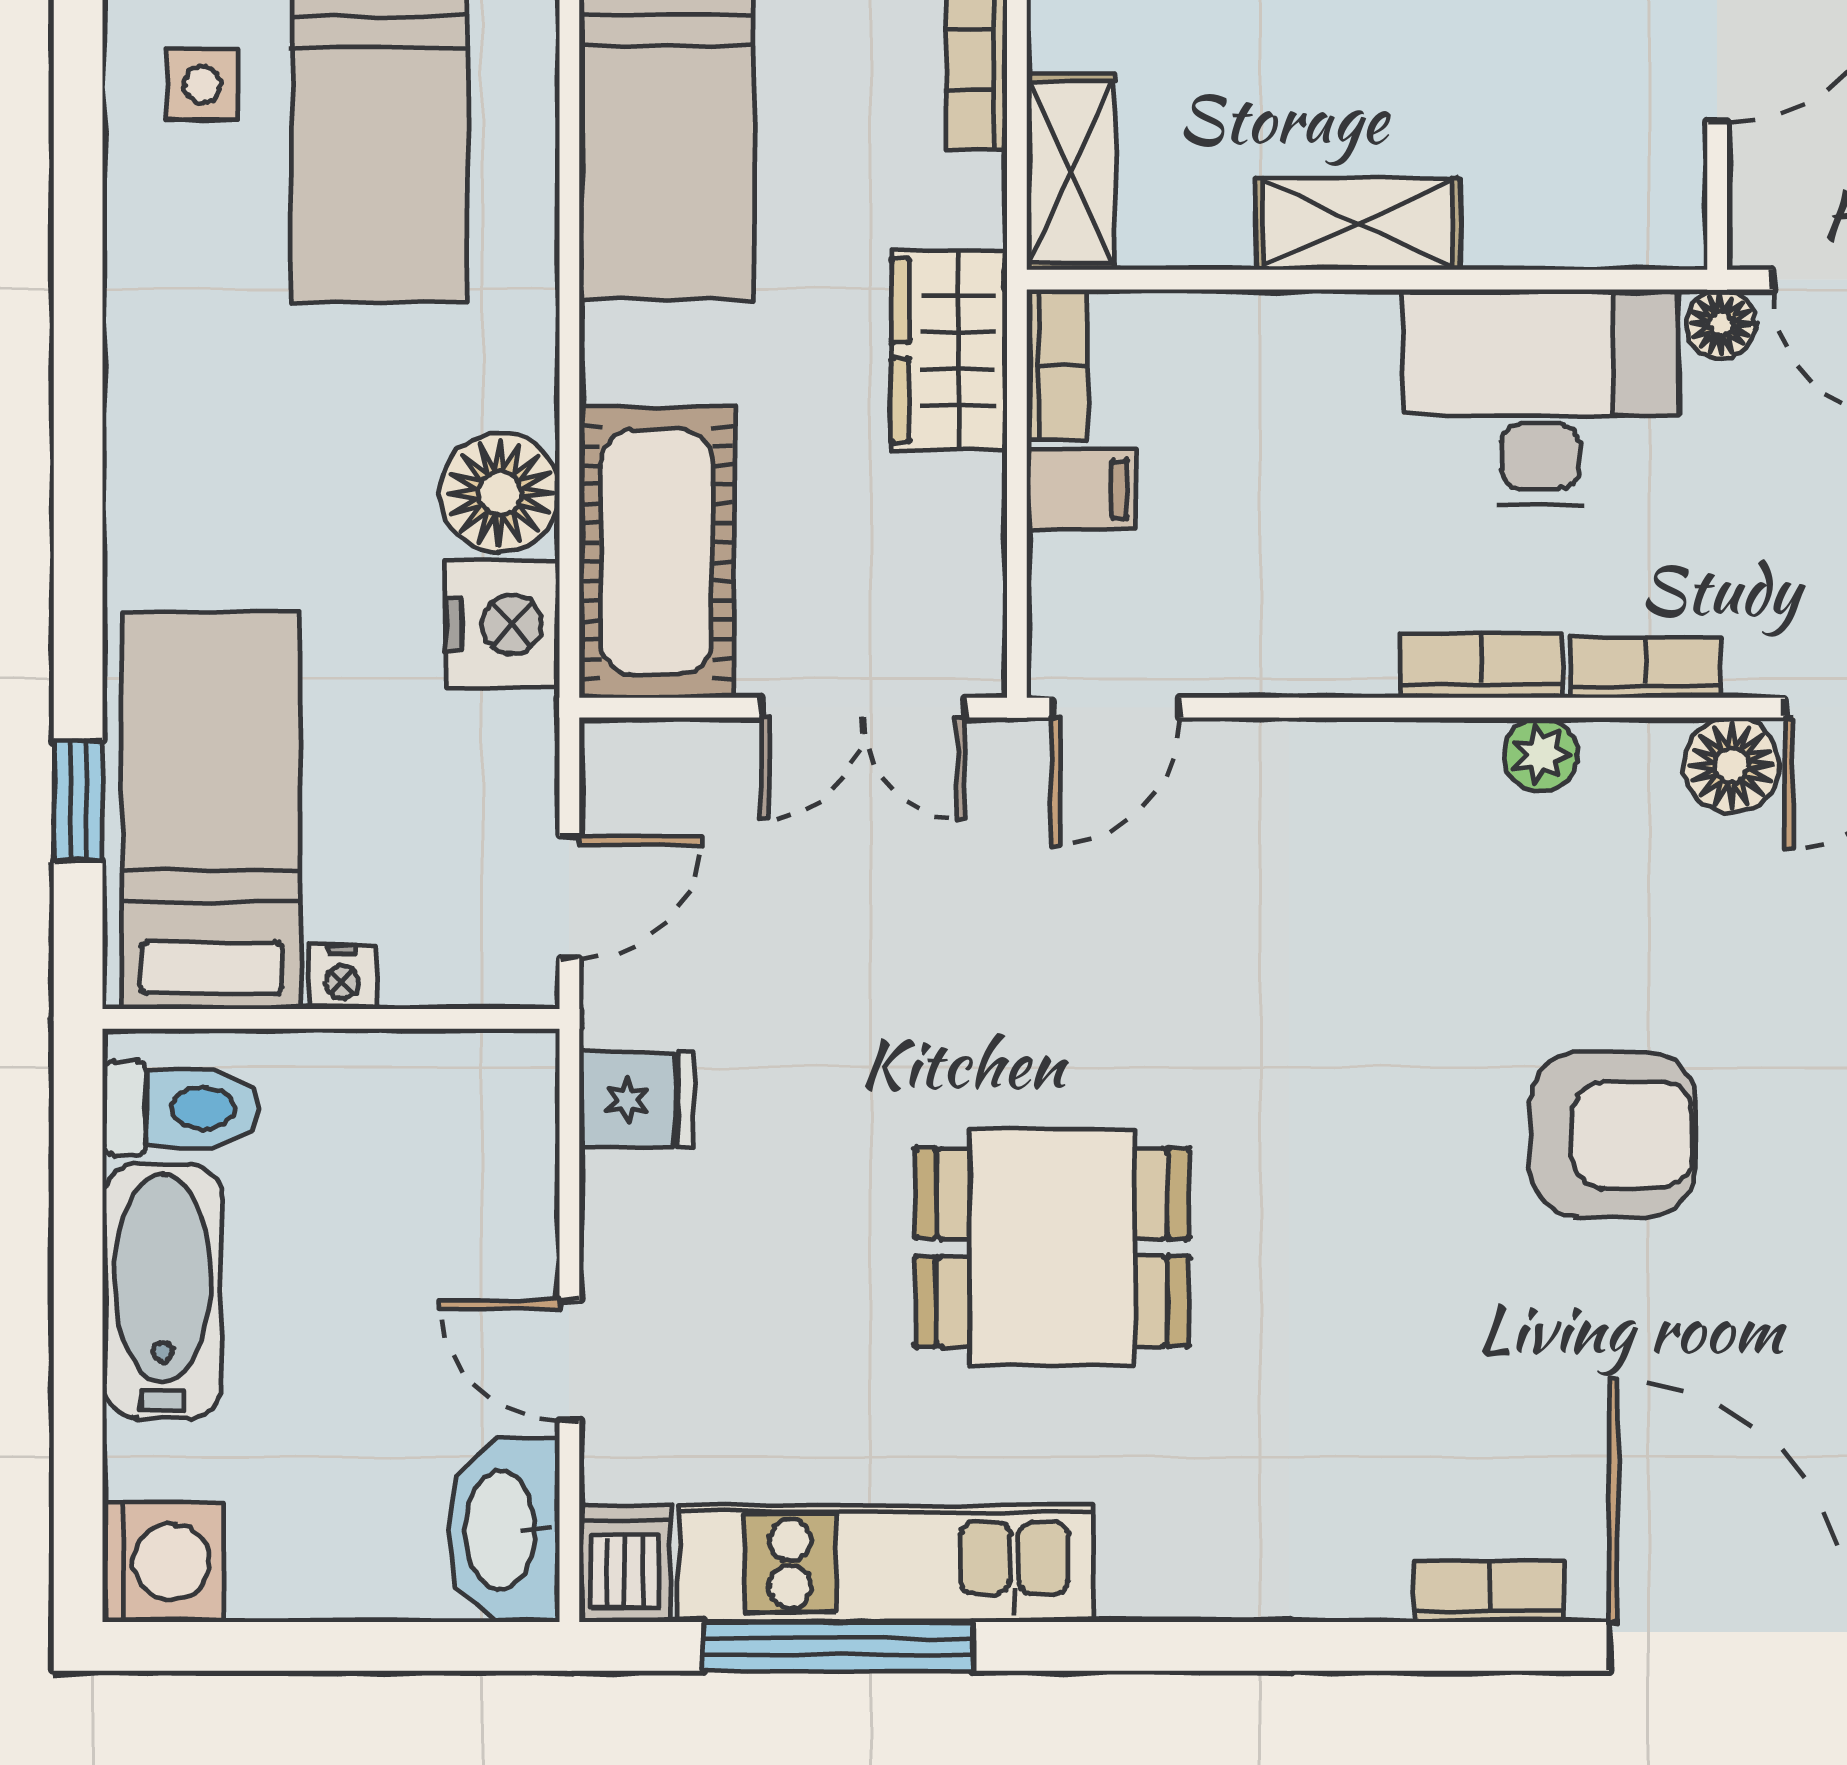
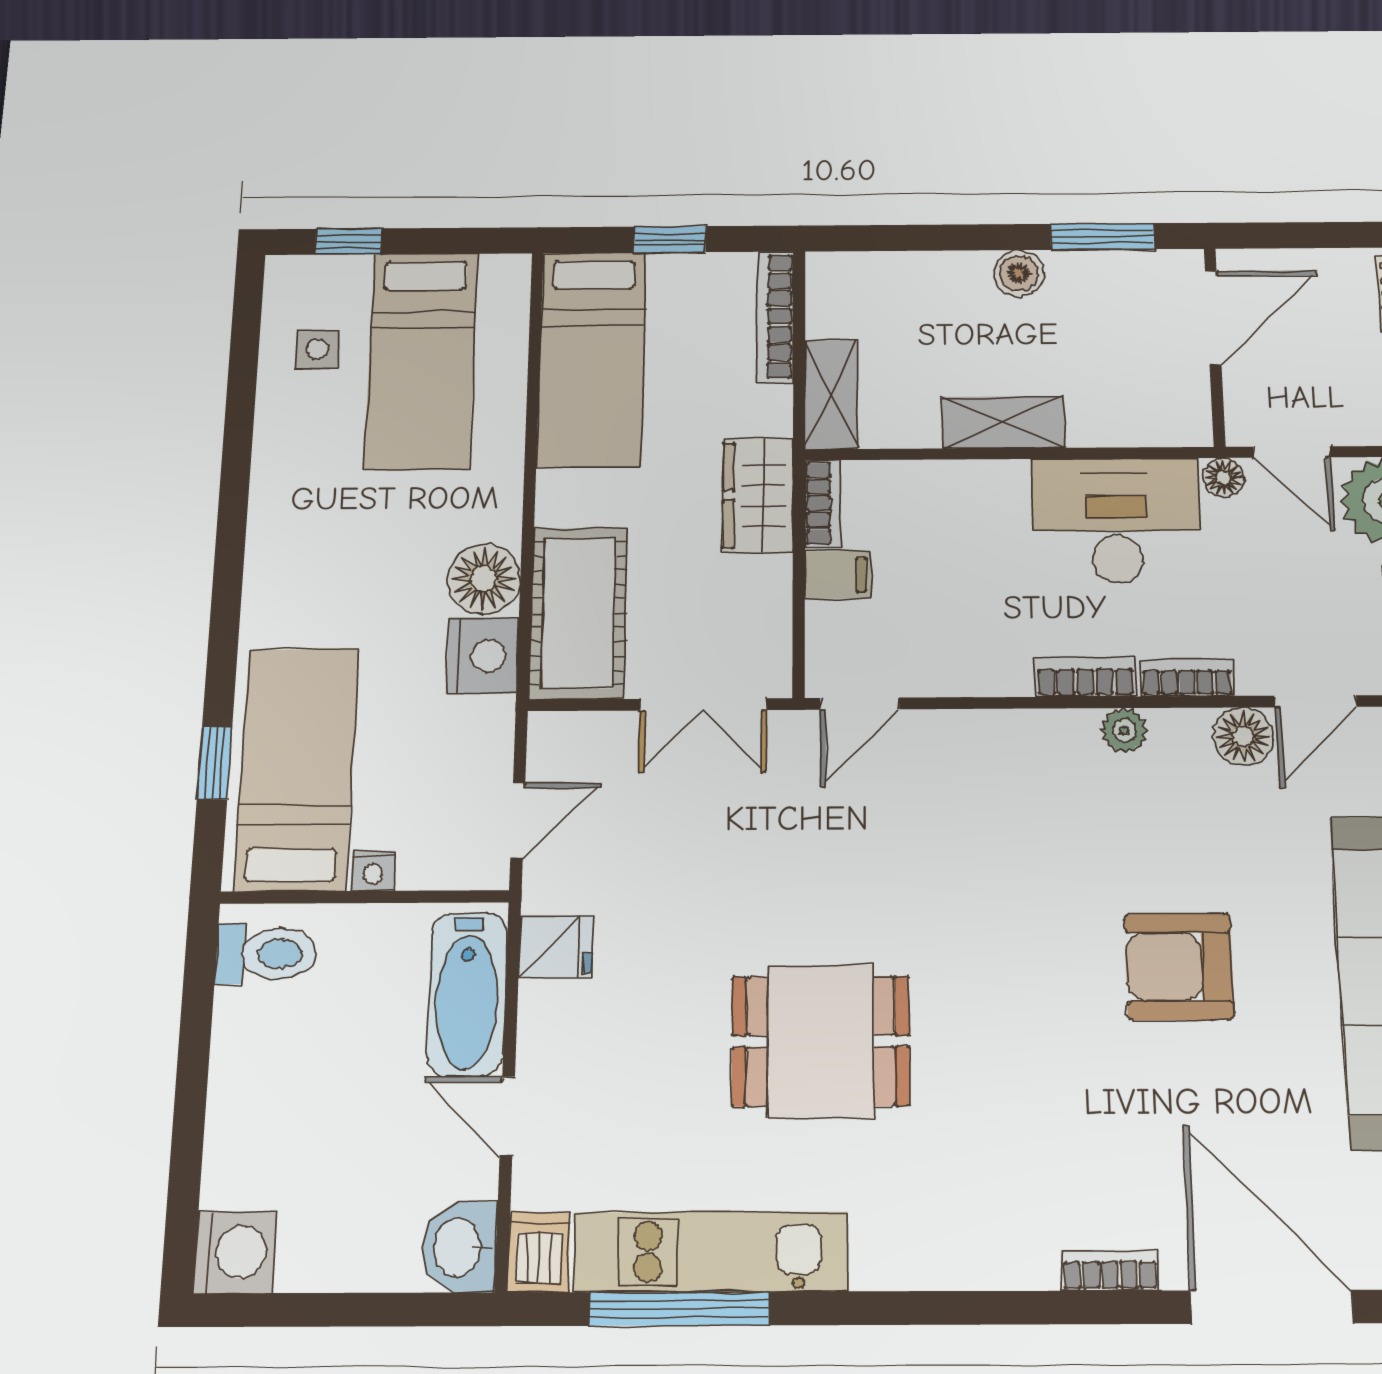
armchair: (1613, 1135) -> (1179, 967), turned 180
bathtub: (162, 1291) -> (467, 994), moved, turned 180
washbasin: (503, 1530) -> (459, 1247), width x0.72

